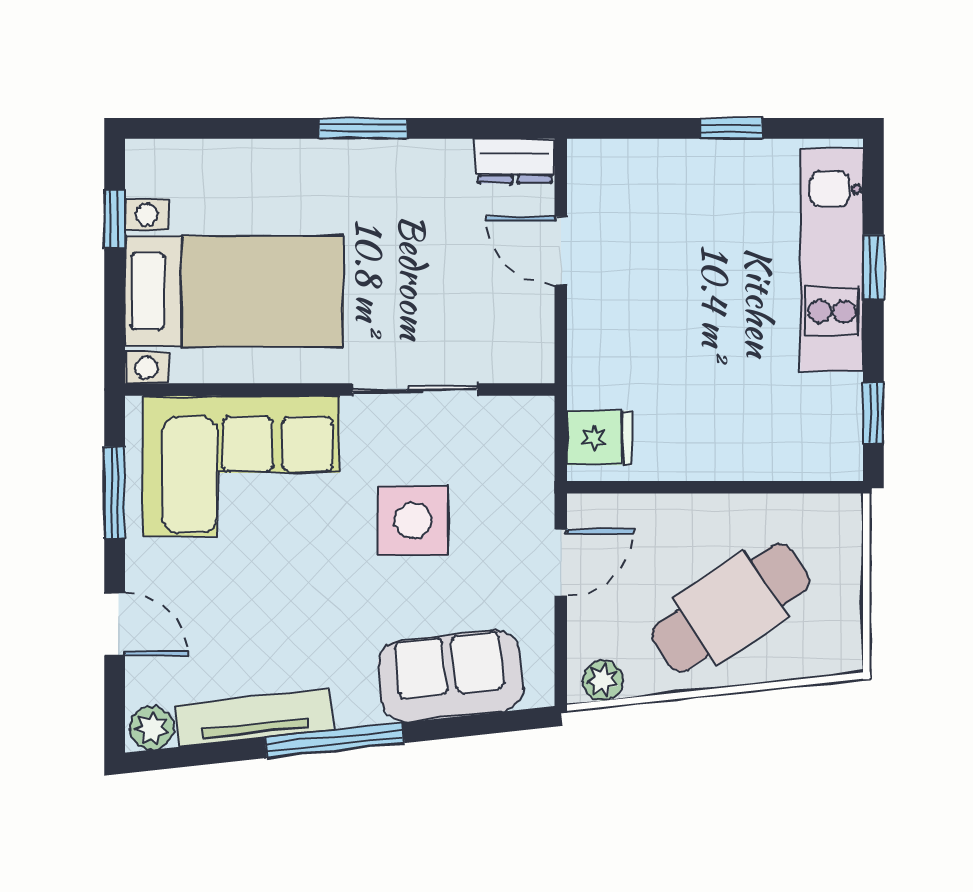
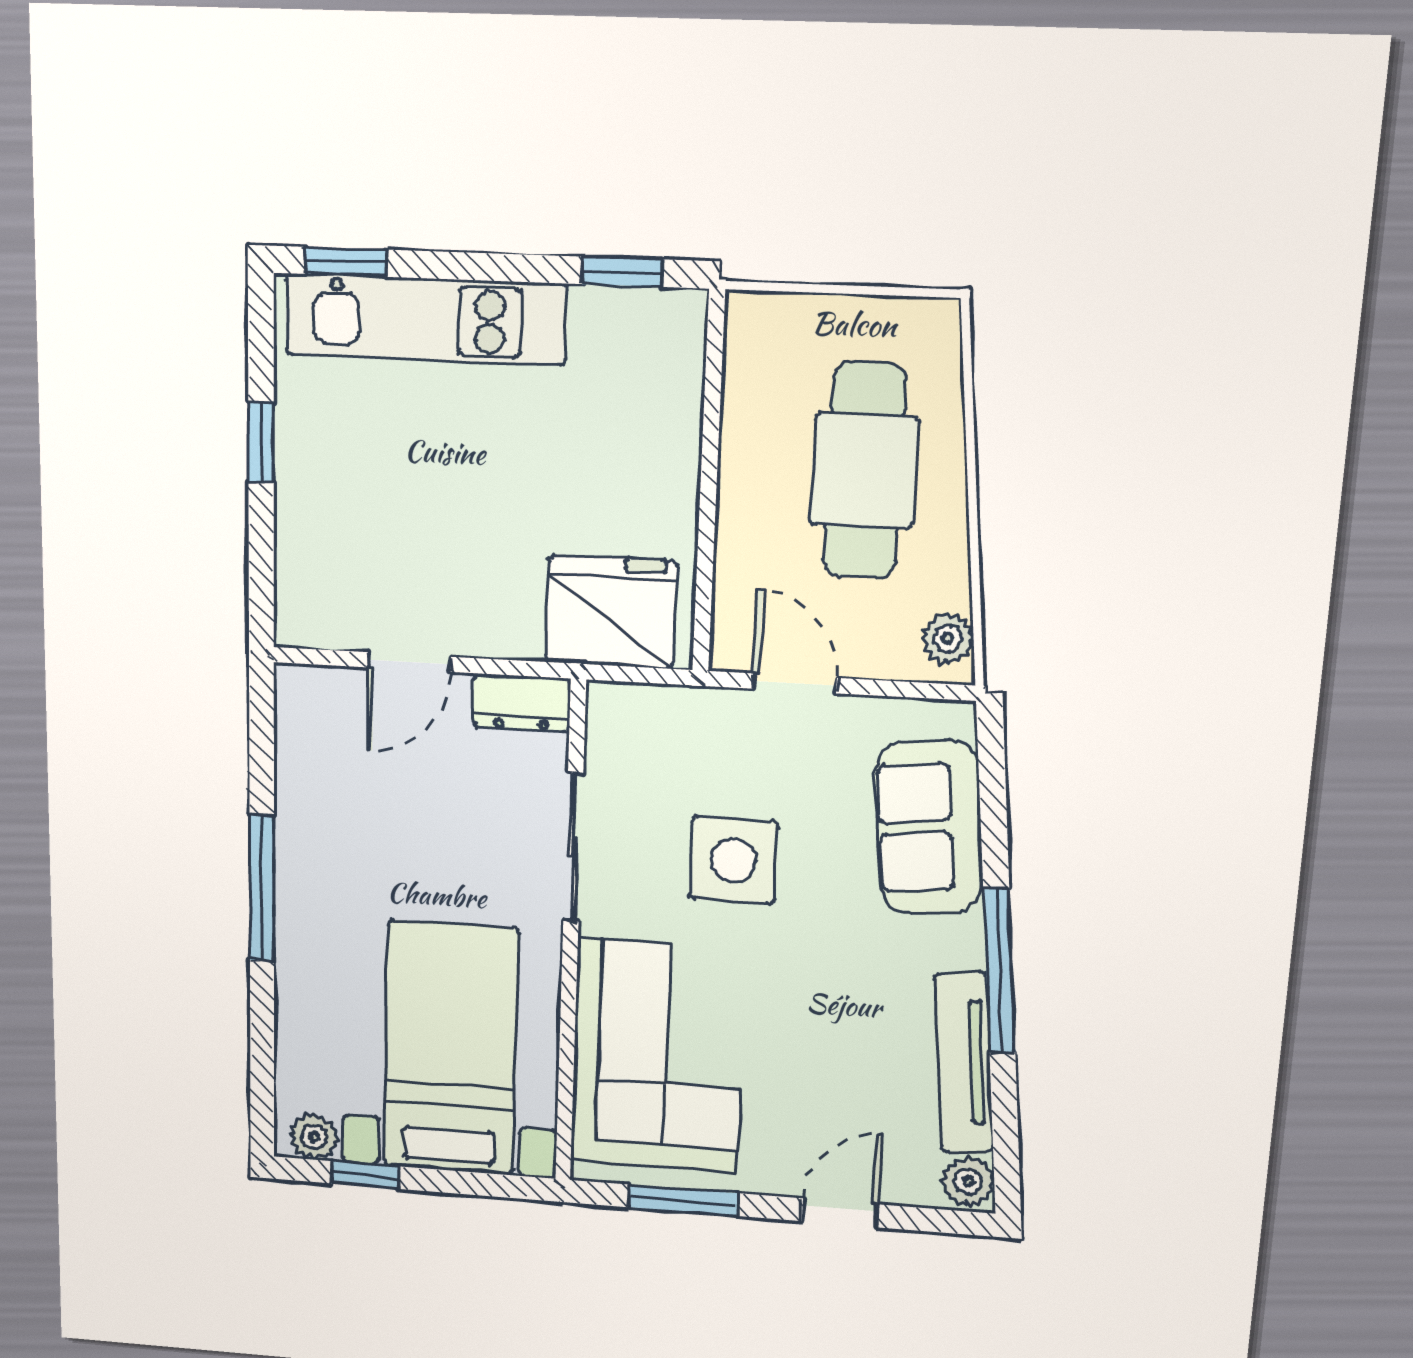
window: (363, 128) -> (262, 888), width x1.44
dresser: (515, 161) -> (522, 703), moved, turned 90
plant: (146, 174) -> (314, 1137), added
window: (873, 267) -> (346, 262), moved
fridge: (599, 438) -> (611, 612), width x1.88, depth x1.34
cafe table: (730, 608) -> (864, 471), turned 34

